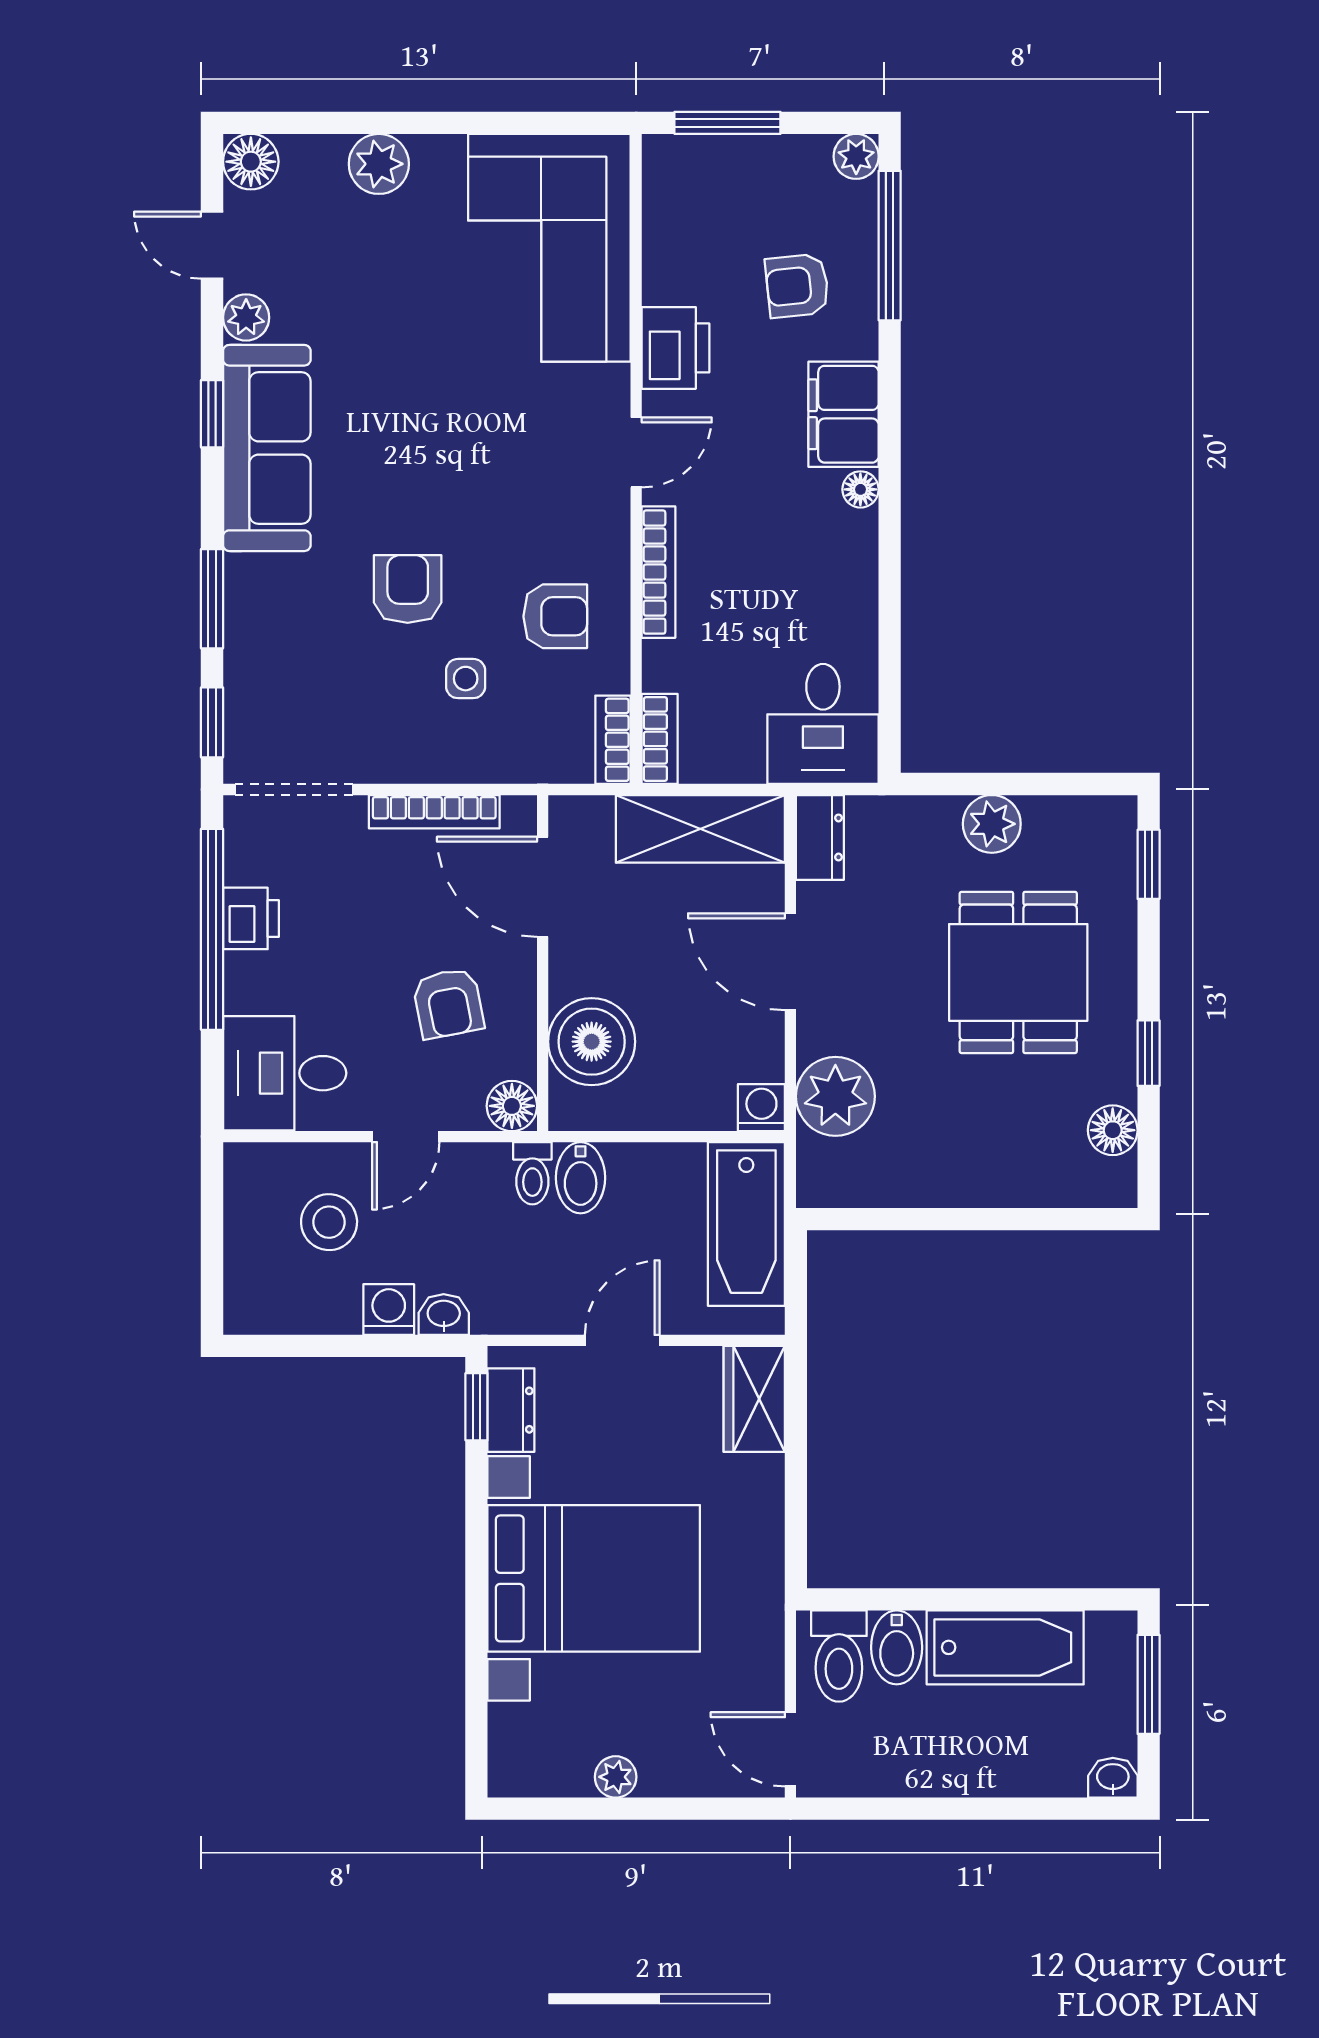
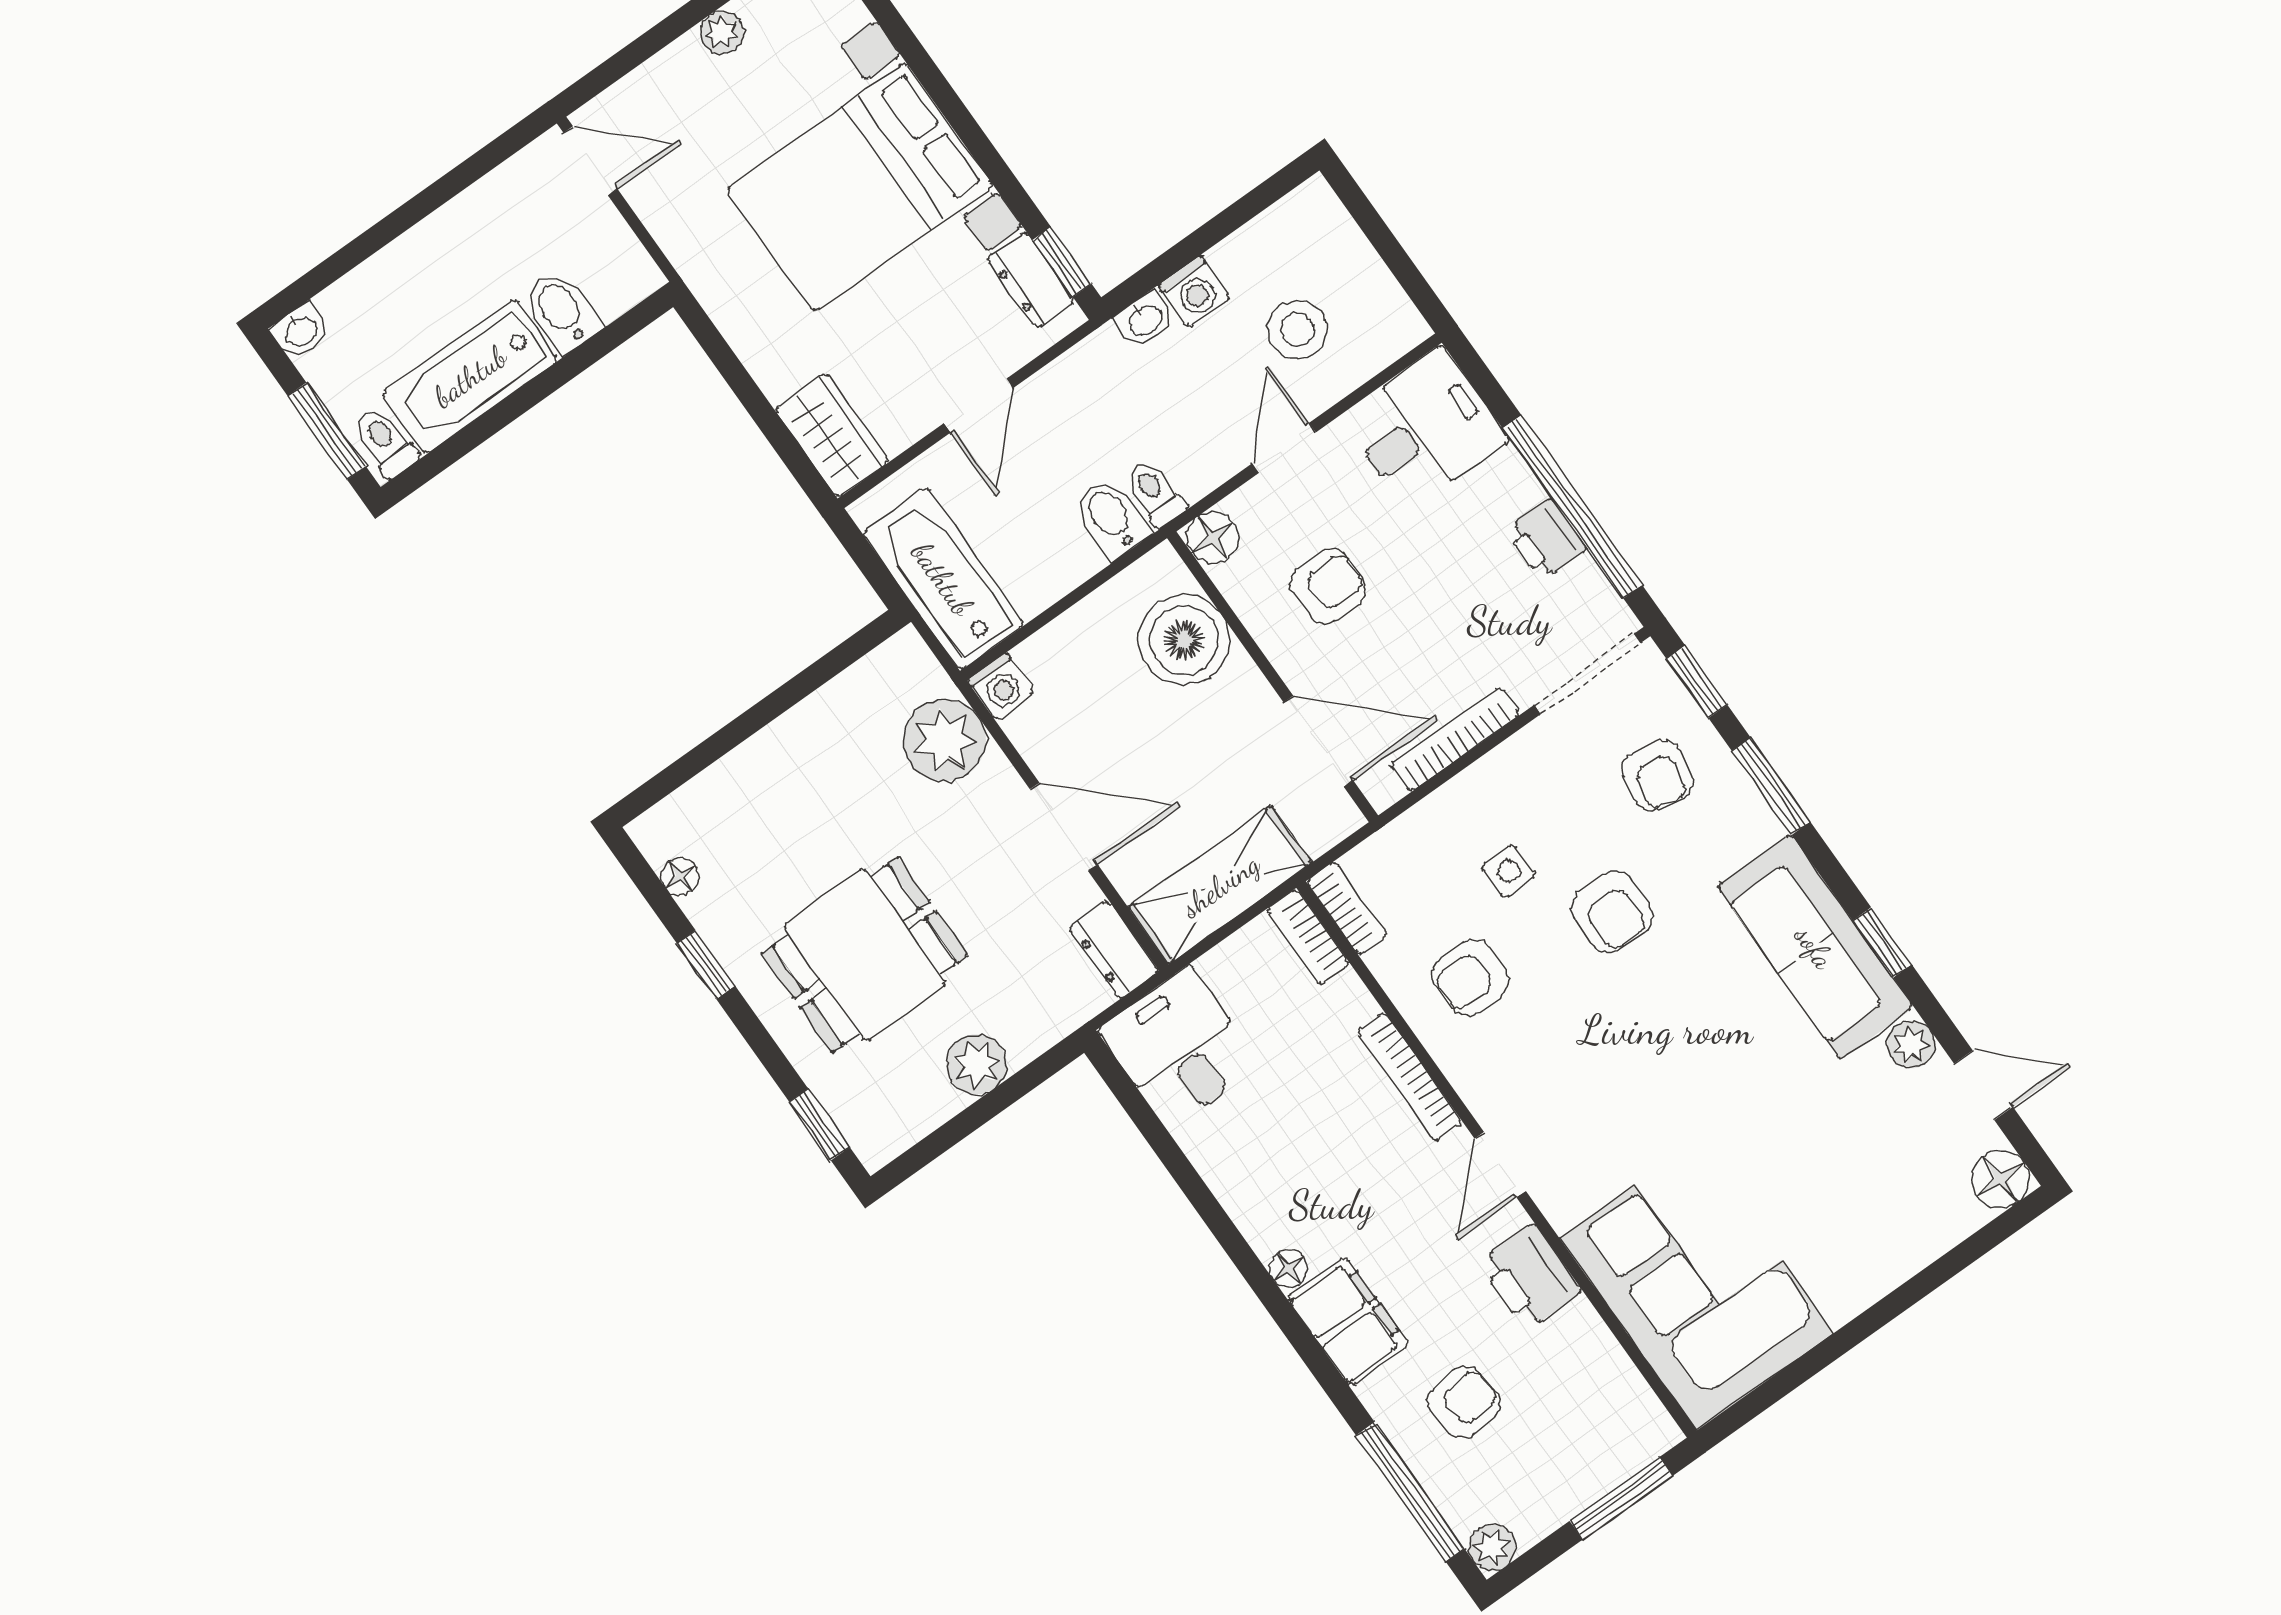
plant: (379, 164) -> (1891, 1254), removed
armchair: (295, 670) -> (1658, 775), added
dining table: (1018, 972) -> (865, 955), turned 90
armchair: (448, 1003) -> (1328, 586), turned 101
floor lamp: (1113, 1130) -> (680, 876), width x0.73, depth x0.73
toilet: (839, 1656) -> (385, 442), moved, width x0.73, depth x0.72

